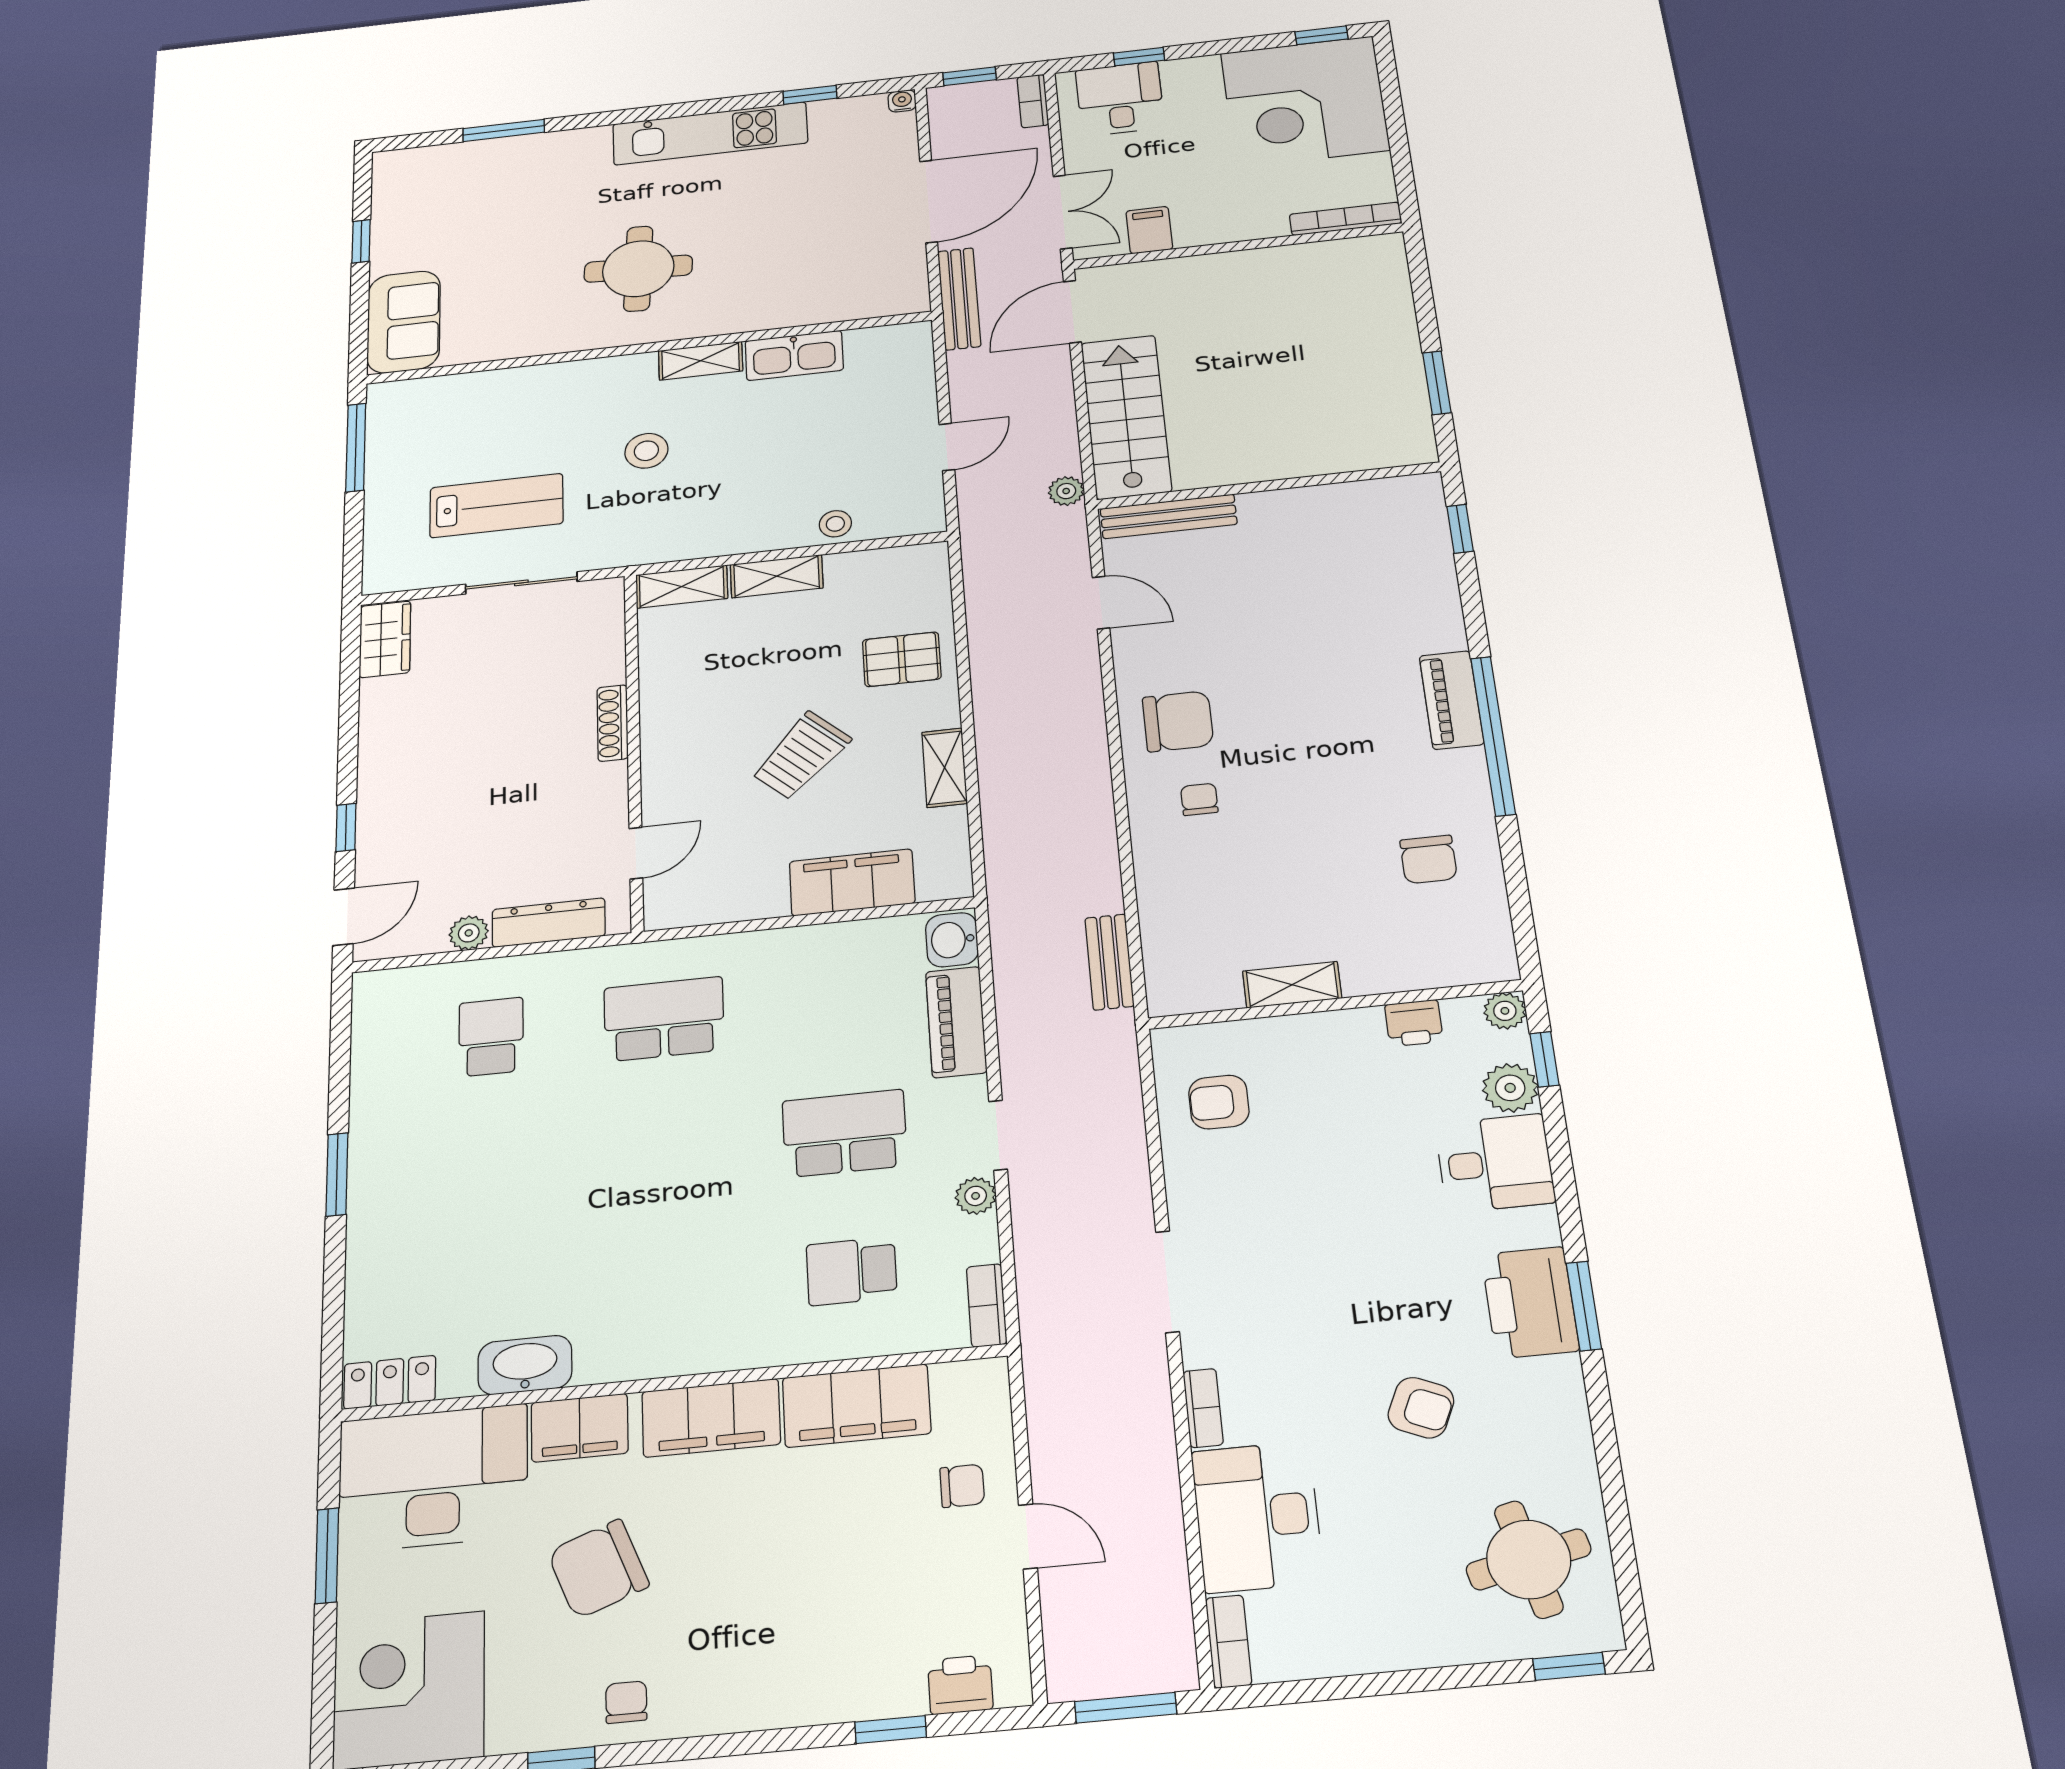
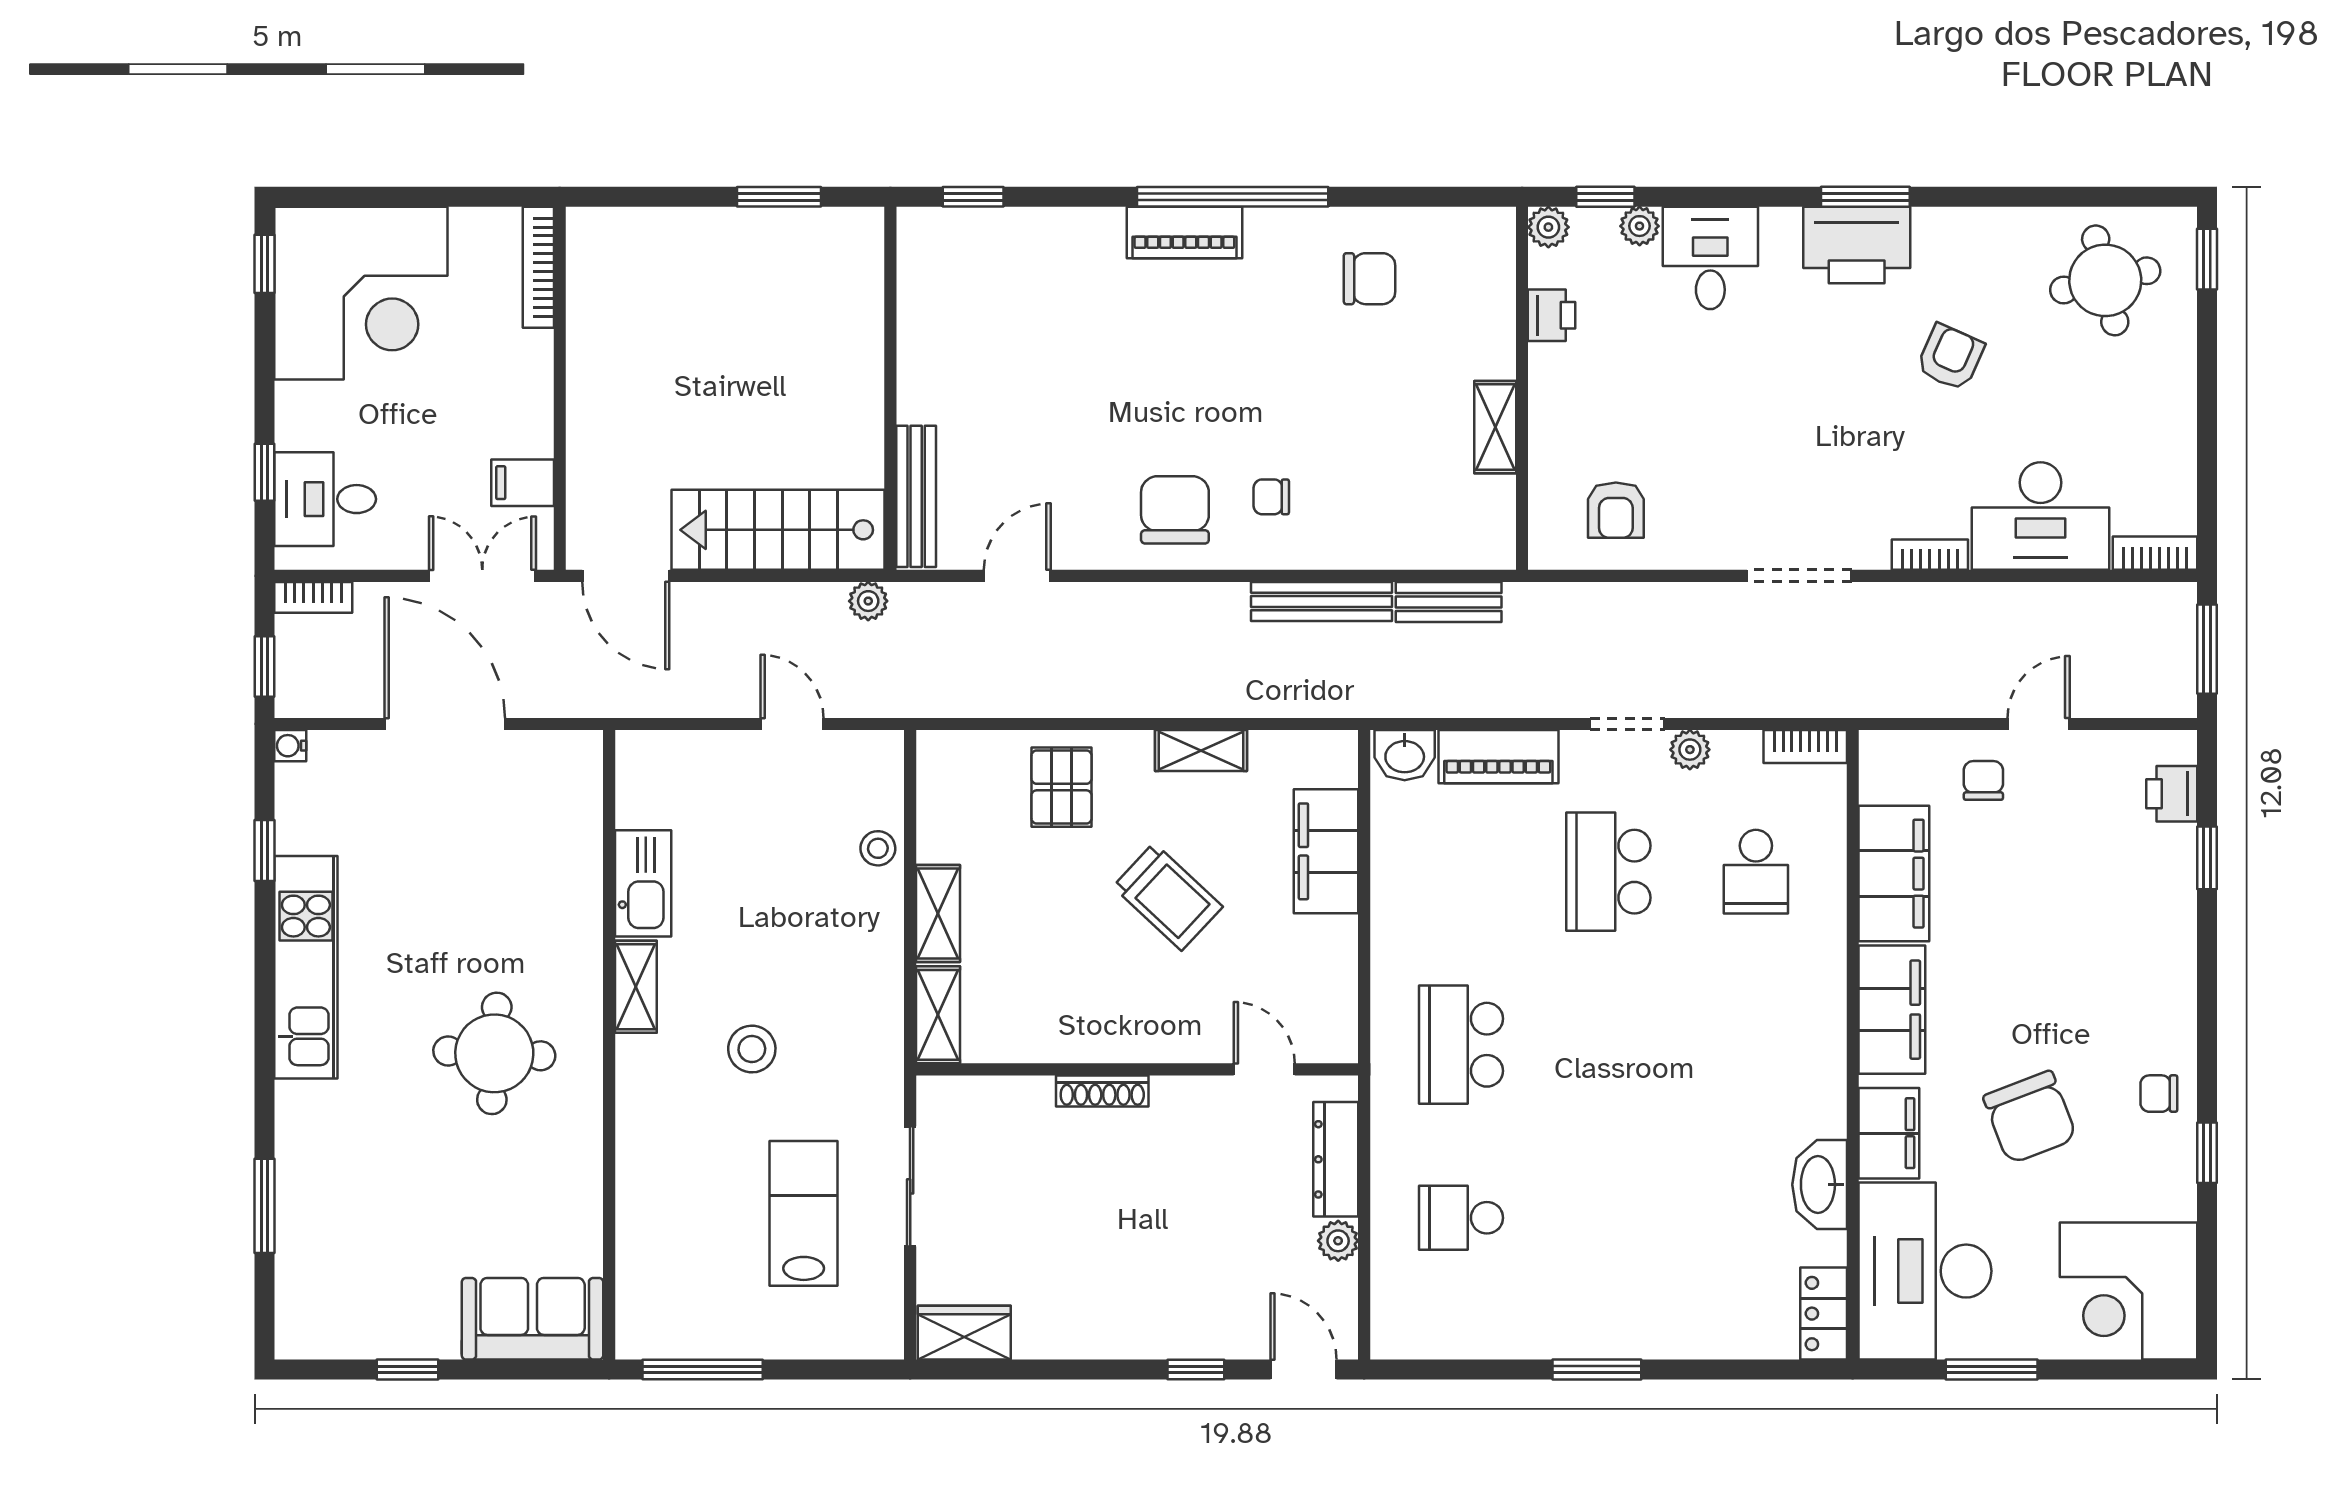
bench: (959, 299) -> (1322, 602), moved
plant: (1510, 1088) -> (1640, 226), width x0.73, depth x0.73

